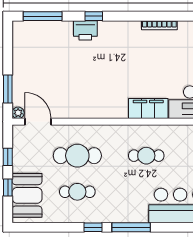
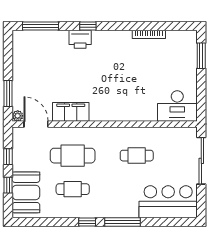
filing cabinet: (148, 109) -> (71, 112), moved

